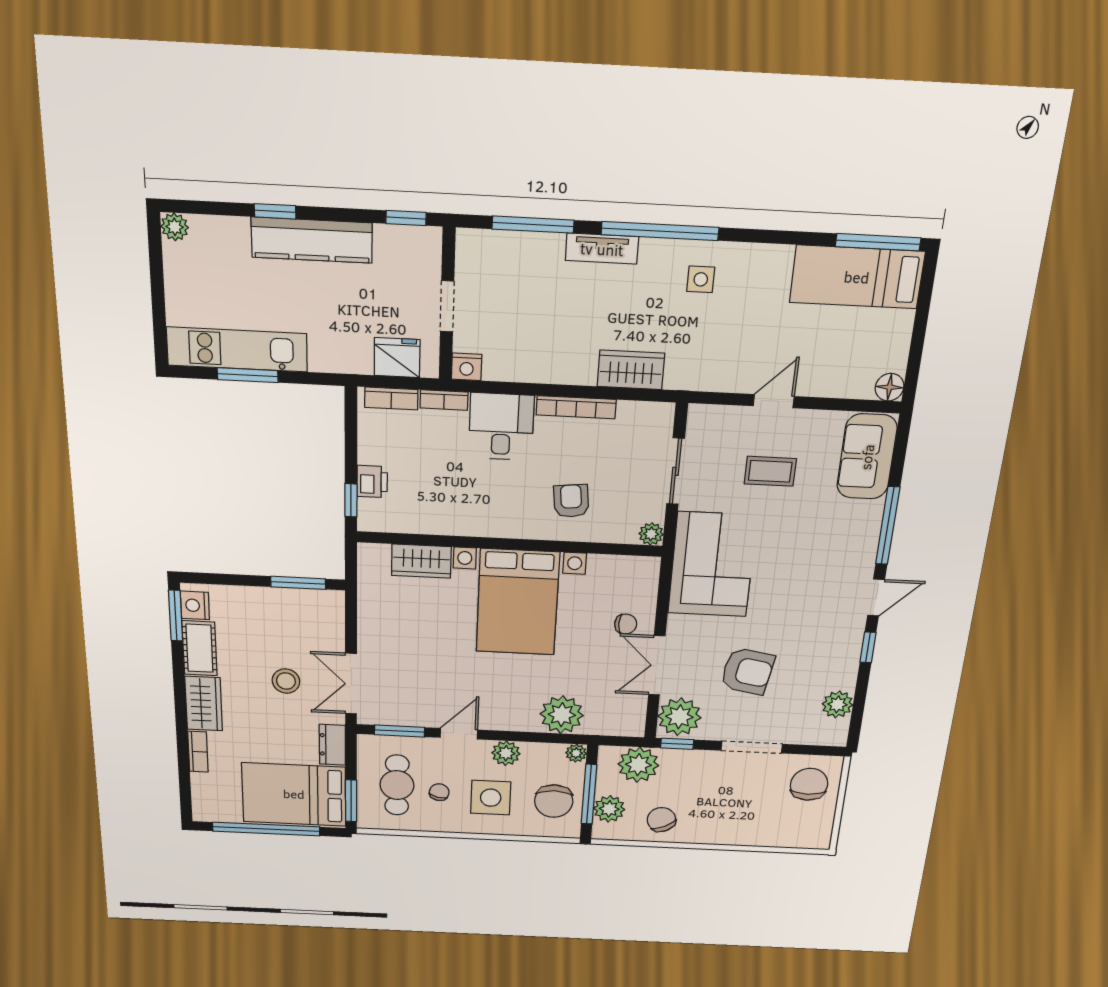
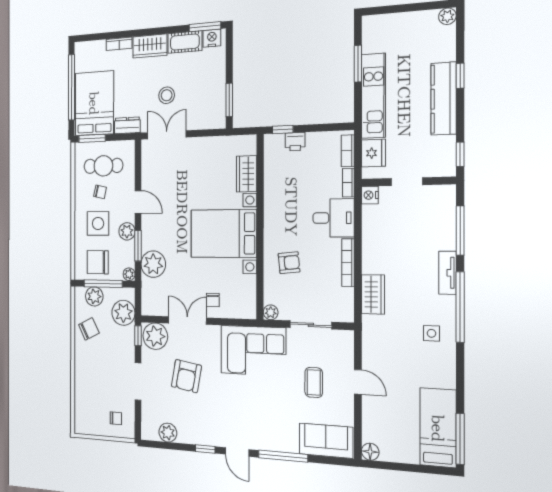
kitchen unit: (237, 349) -> (373, 96), moved
window: (400, 731) -> (138, 246), moved
chair: (809, 784) -> (116, 418), width x0.54, depth x0.54

